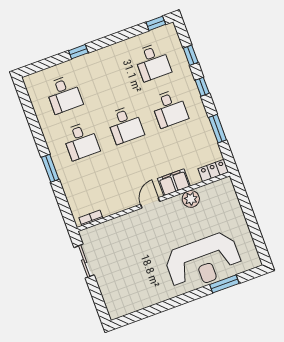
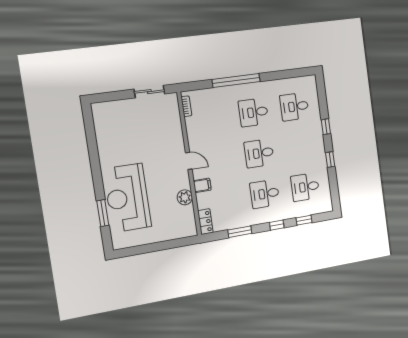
window: (156, 23) -> (330, 160), moved
window: (50, 168) -> (236, 81), width x2.11
filing cabinet: (174, 182) -> (202, 185), width x0.50

